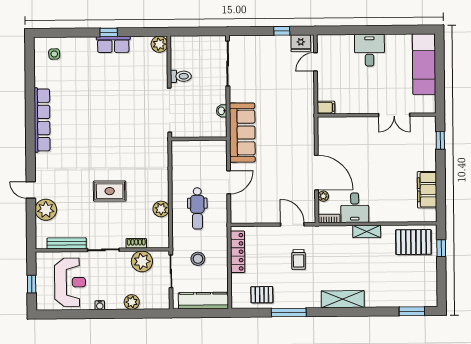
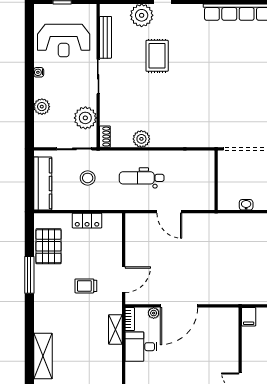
sofa: (242, 133) -> (223, 227), removed
rug: (110, 191) -> (157, 56), moved
shelving: (367, 231) -> (115, 329), moved
shoe rack: (136, 243) -> (105, 137), moved
locker: (238, 252) -> (87, 221), width x0.66
pallet: (262, 295) -> (49, 246), width x1.50, depth x1.42
shelving: (343, 299) -> (43, 356), moved

